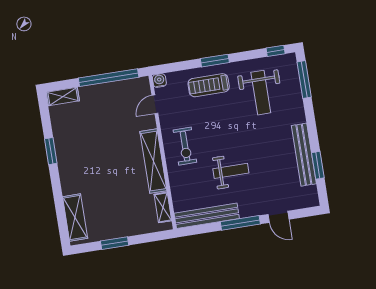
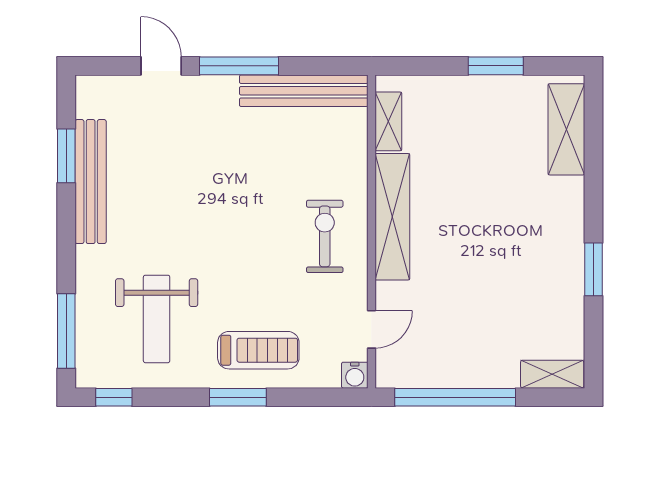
weight bench: (261, 93) -> (157, 319), turned 180
weight bench: (231, 171) -> (241, 172), removed

